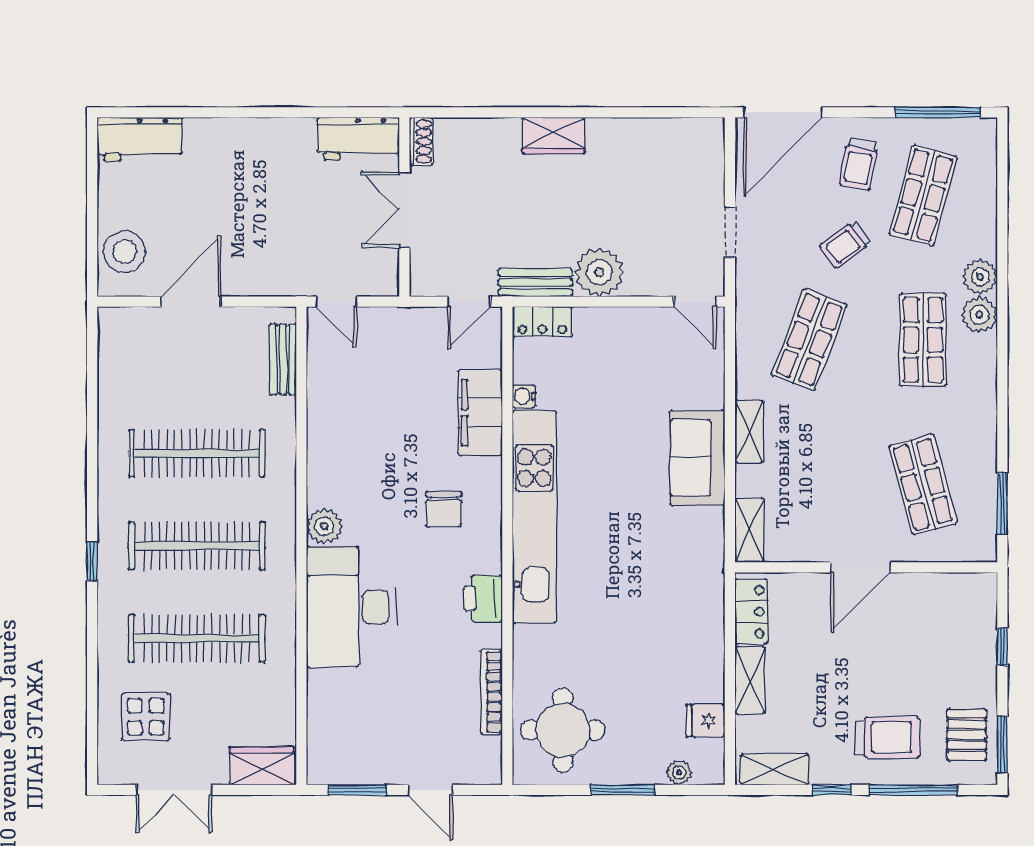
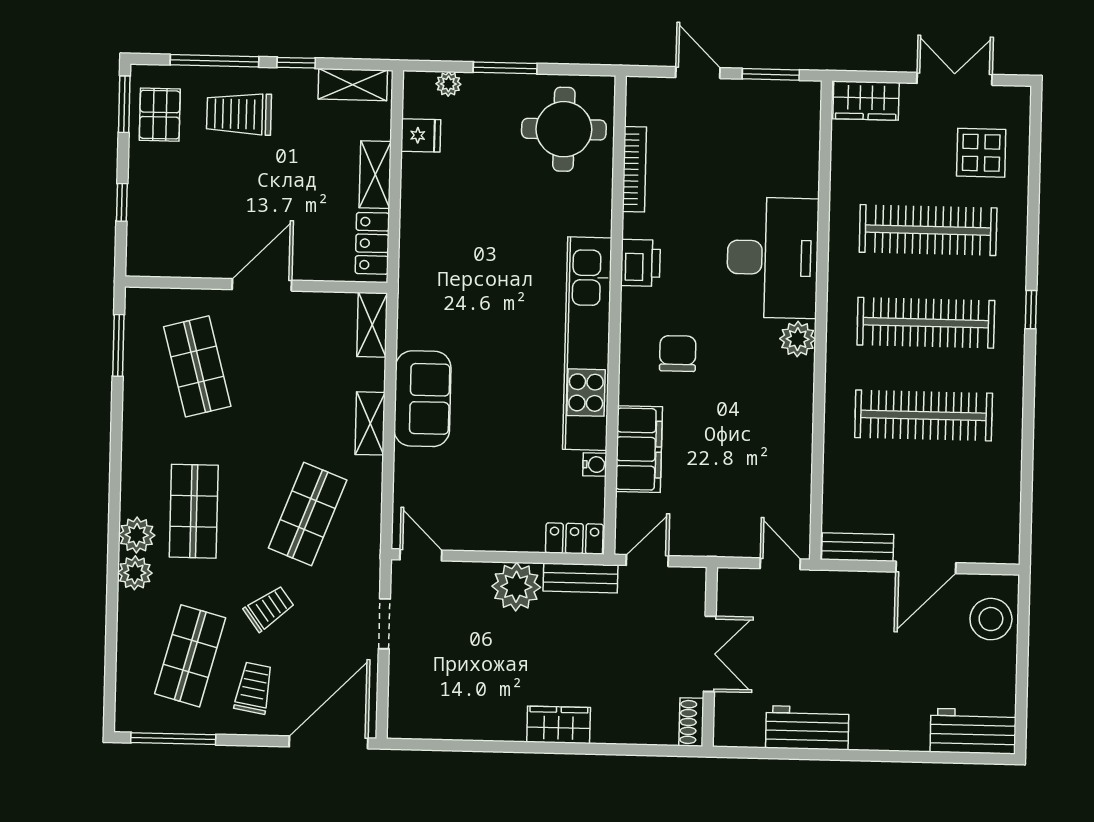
workbench: (358, 138) -> (807, 728), moved
bench: (283, 359) -> (858, 547), moved, turned 90

